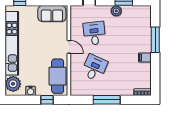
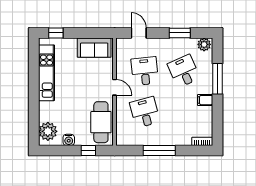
plant: (116, 11) -> (204, 44), moved
desk: (127, 33) -> (184, 71), added
kitchen unit: (12, 43) -> (46, 73), width x0.73
desk: (94, 68) -> (145, 112), turned -39

